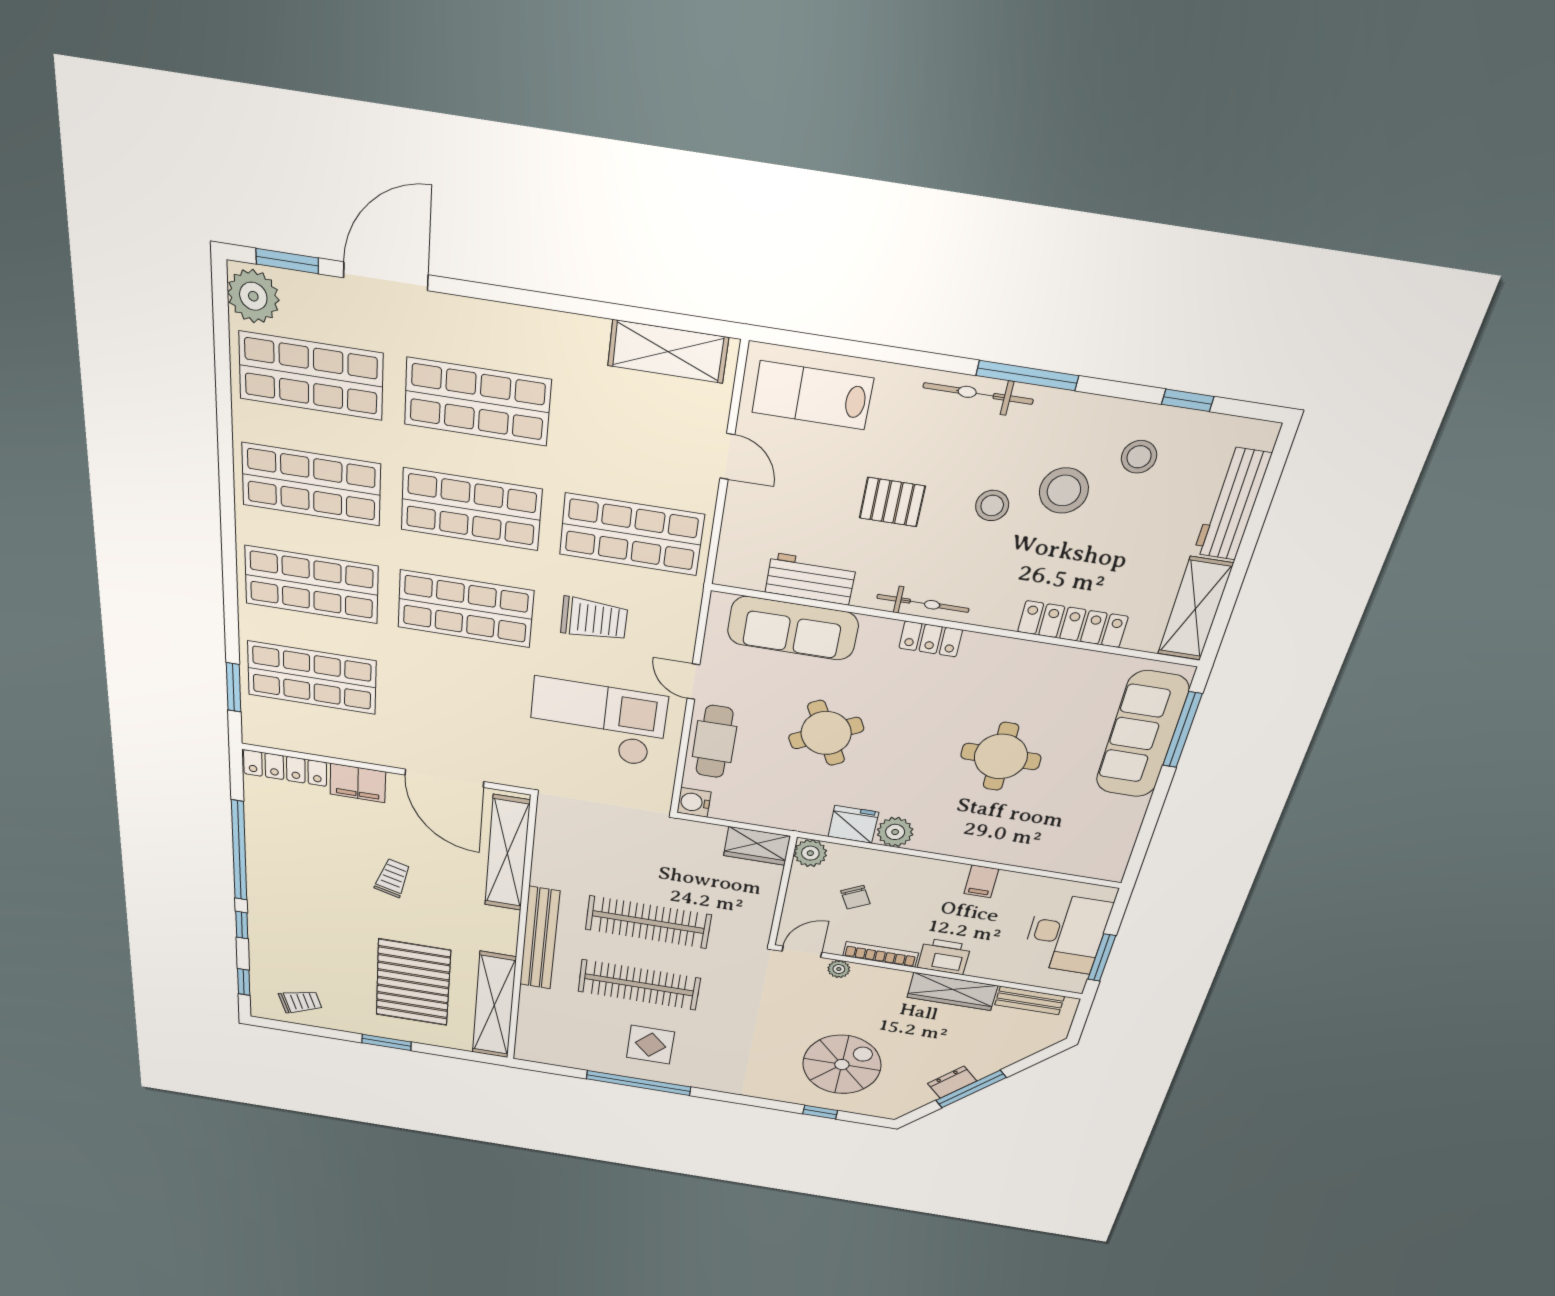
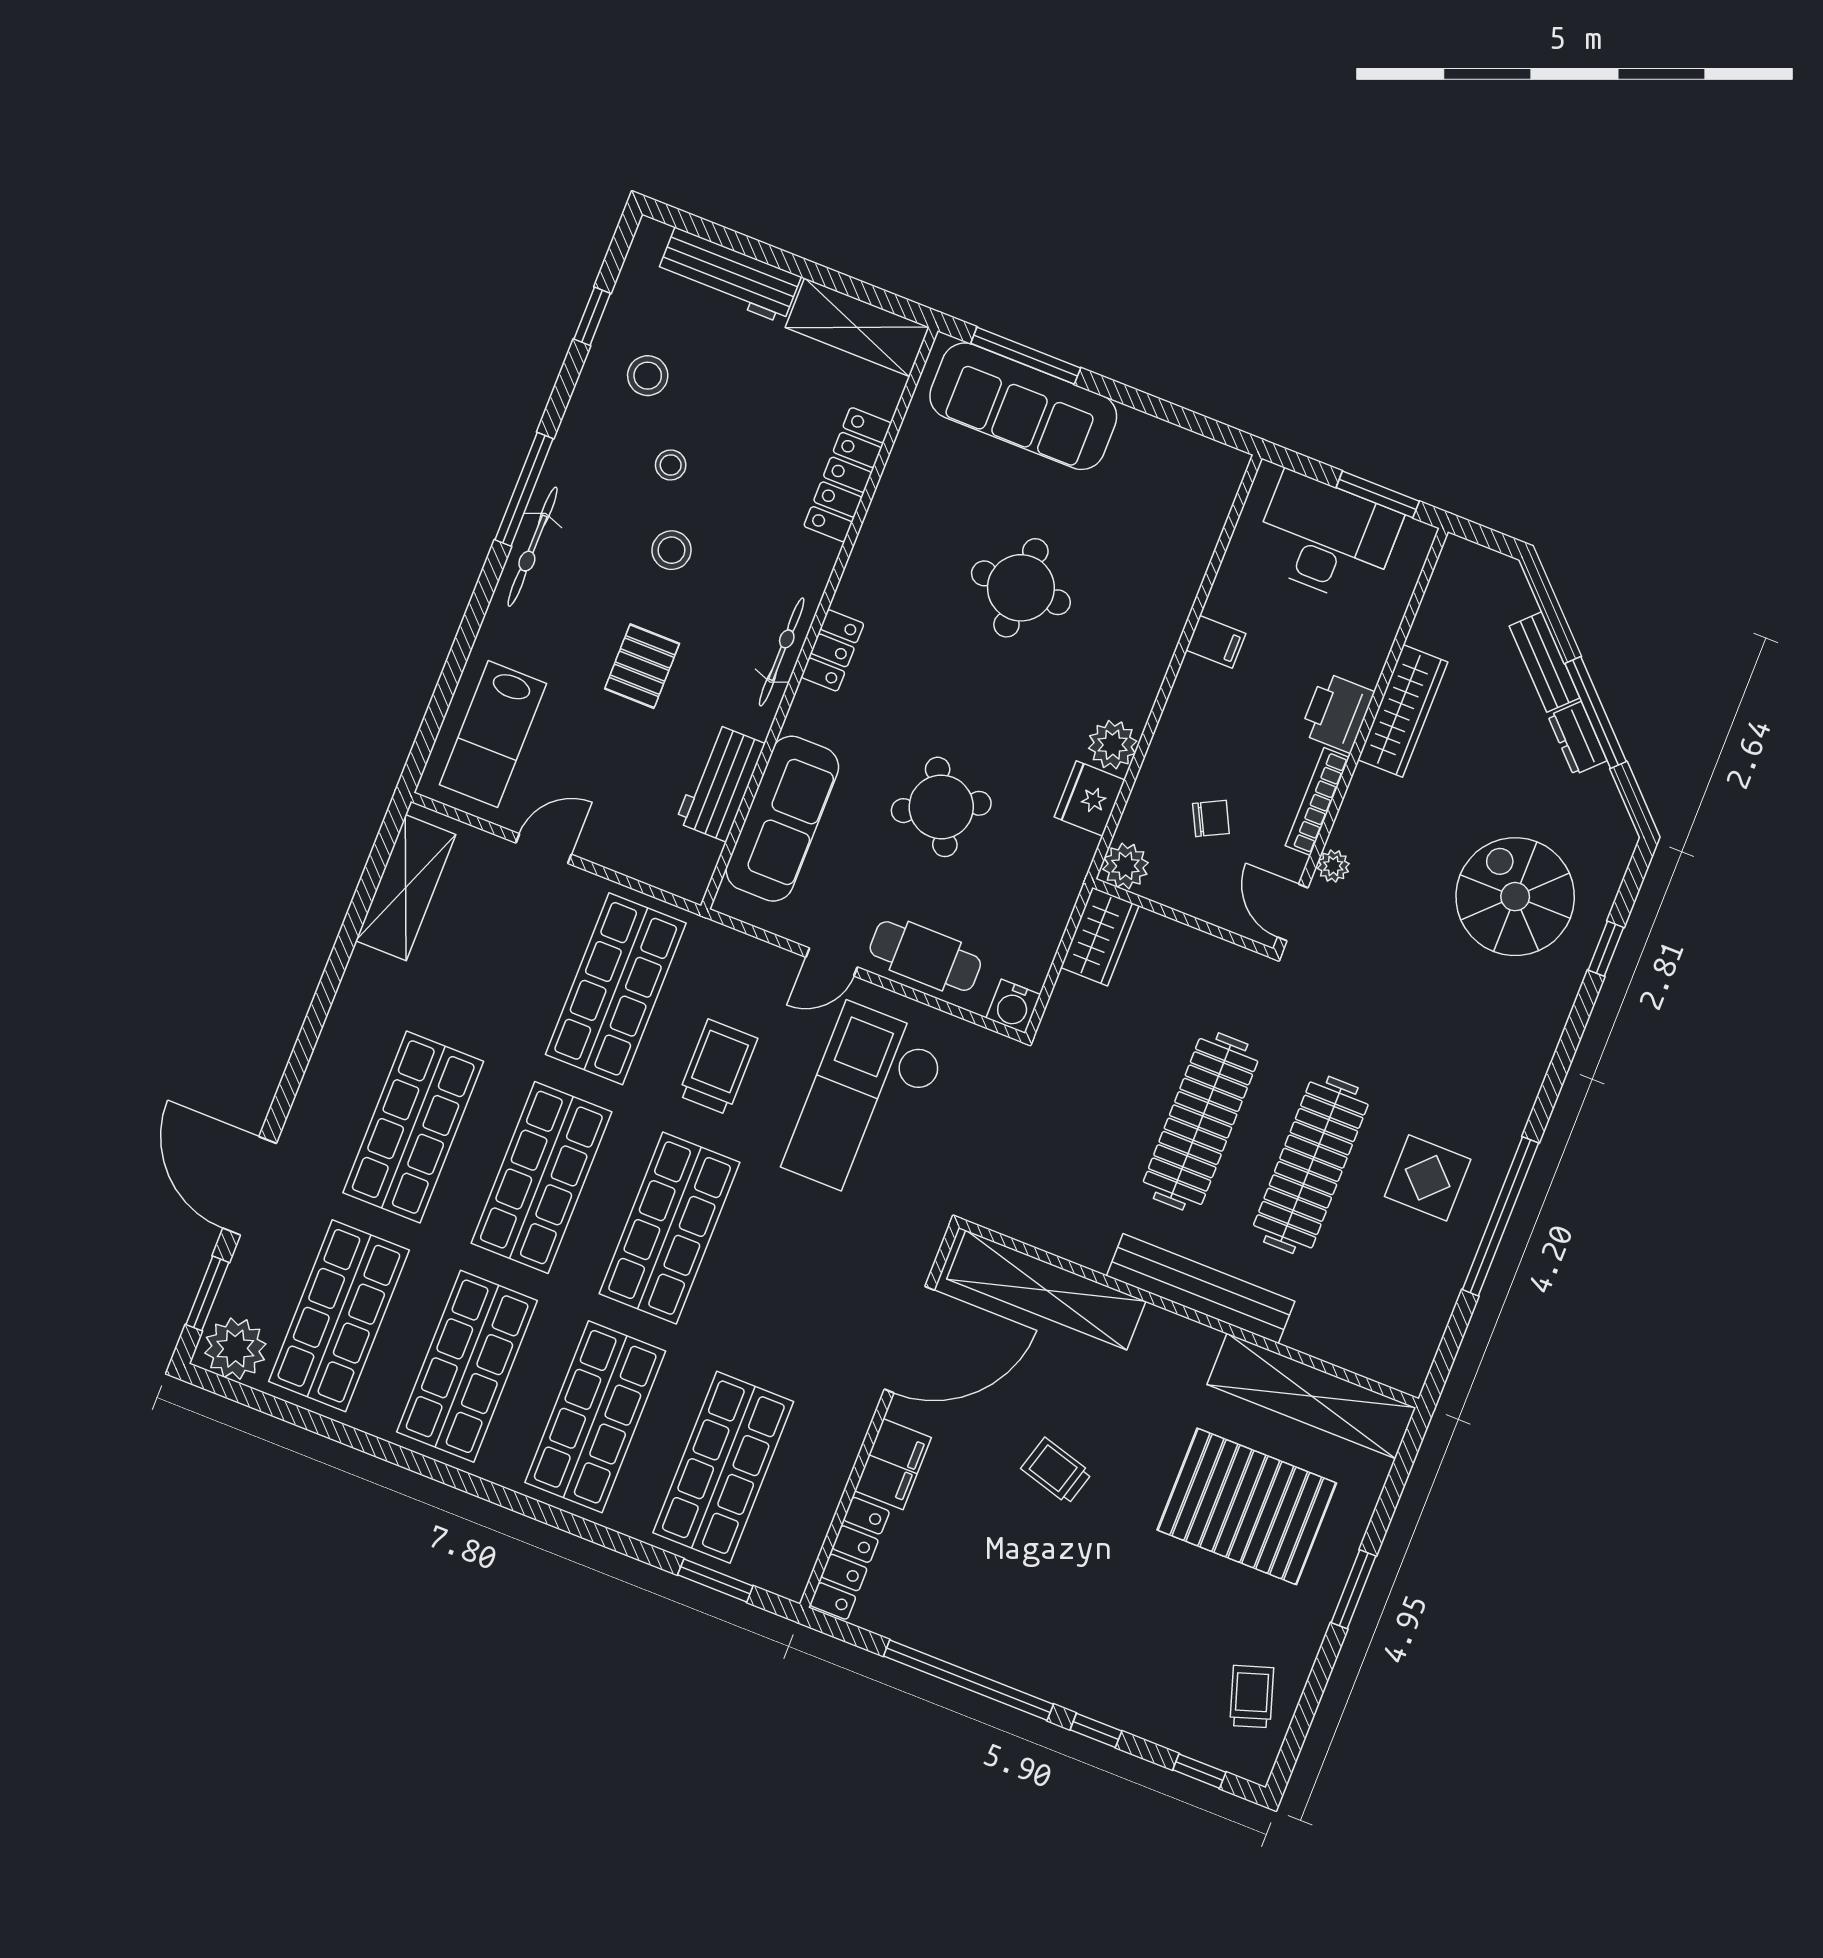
stool: (1064, 491) -> (671, 465), width x0.53, depth x0.53
bench: (1030, 1000) -> (1544, 662), moved, turned -45

